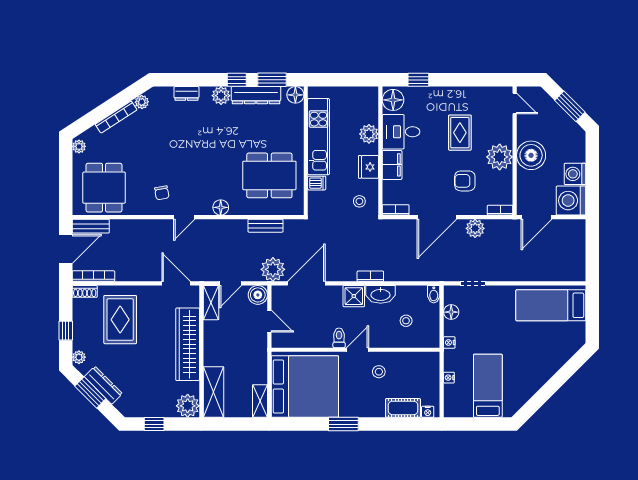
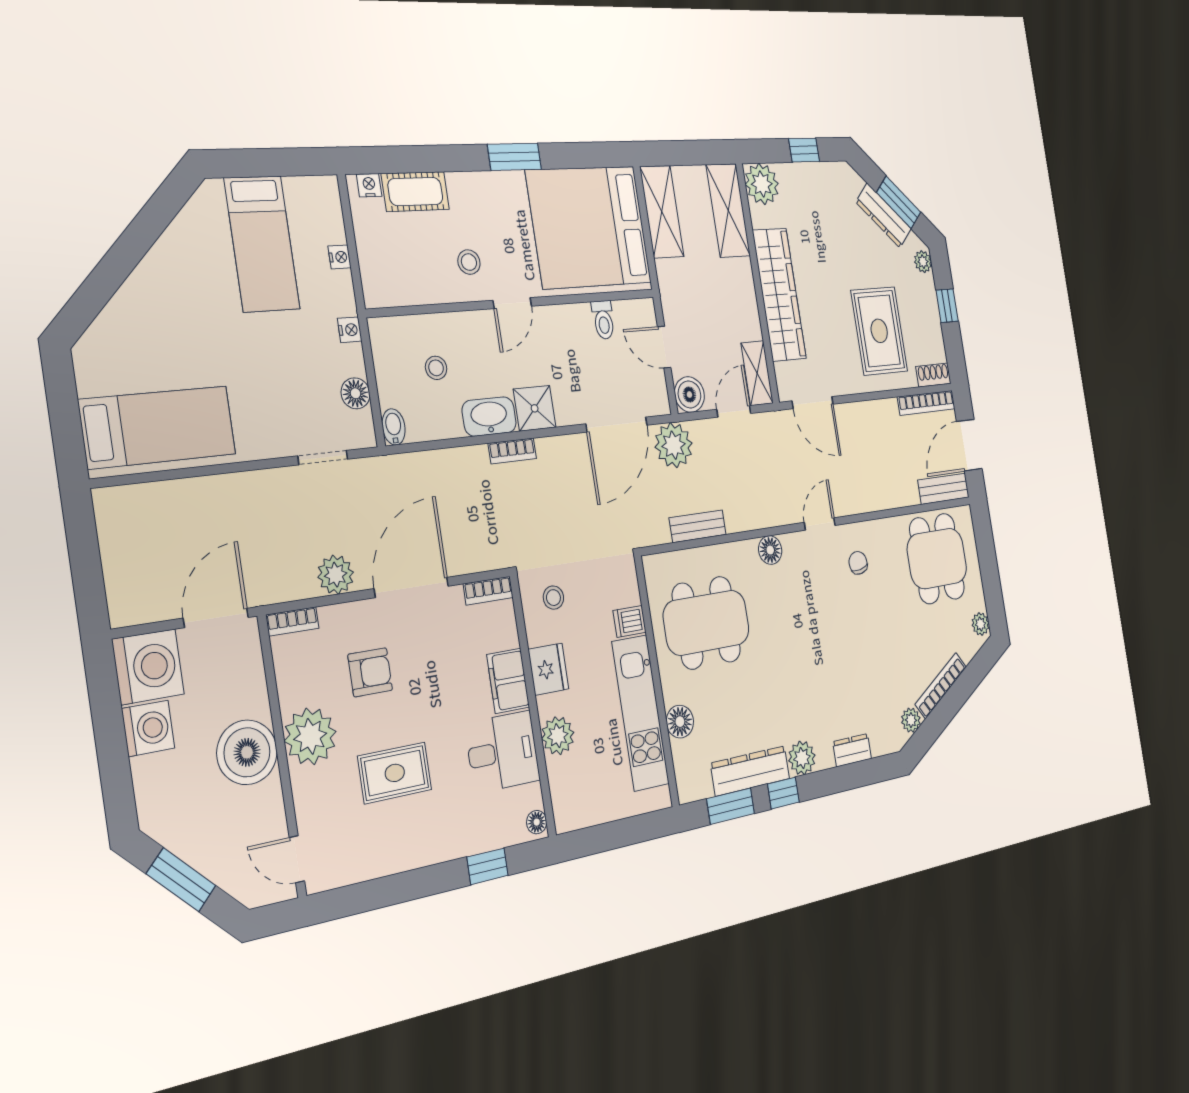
floor lamp: (295, 95) -> (680, 722), moved
floor lamp: (393, 100) -> (537, 822), width x0.53, depth x0.53
rug: (460, 133) -> (395, 773), turned 90
toilet: (339, 338) -> (603, 320), moved
shelving: (260, 401) -> (662, 212), width x1.50, depth x1.33

